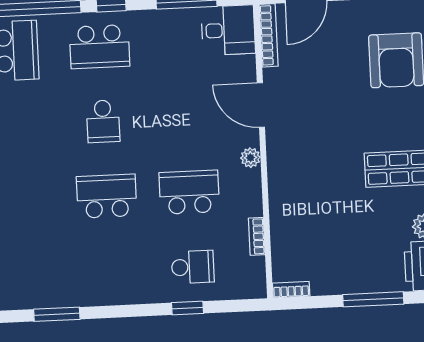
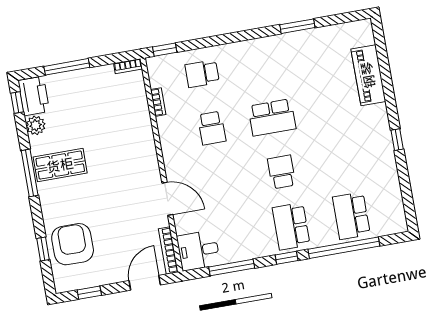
school desk: (100, 47) -> (291, 226), turned -90
plant: (250, 158) -> (170, 159), removed
school desk: (189, 192) -> (212, 128), width x0.54
window: (187, 308) -> (165, 50), moved

